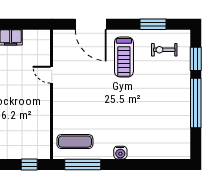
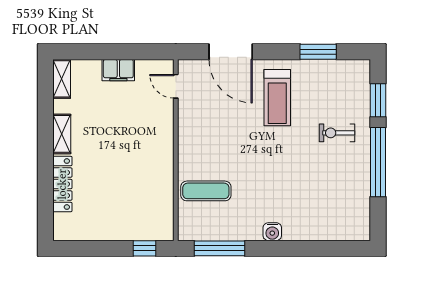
exercise bike: (164, 50) -> (337, 133), moved
door: (52, 75) -> (176, 86), moved
exercise mat: (75, 142) -> (206, 191), moved

